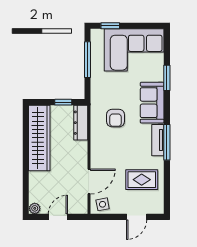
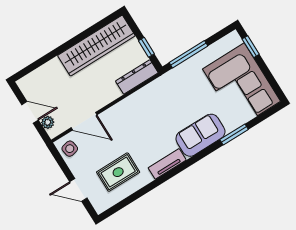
window: (88, 60) -> (189, 54), moved
armchair: (115, 118) -> (163, 108), removed
window: (167, 142) -> (171, 174), removed
rug: (142, 180) -> (118, 172), turned 90
plant: (35, 208) -> (48, 122), moved

